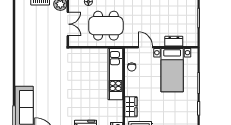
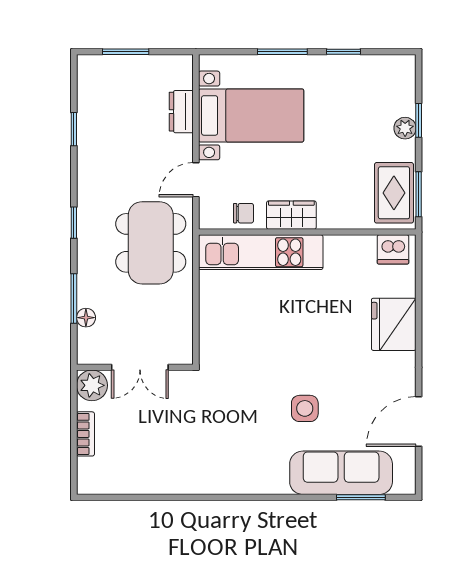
double door: (68, 24) -> (140, 367), swing flipped
dining table: (106, 26) -> (151, 243), moved
side table: (51, 92) -> (305, 408), added
wardrobe: (131, 107) -> (291, 215), moved

